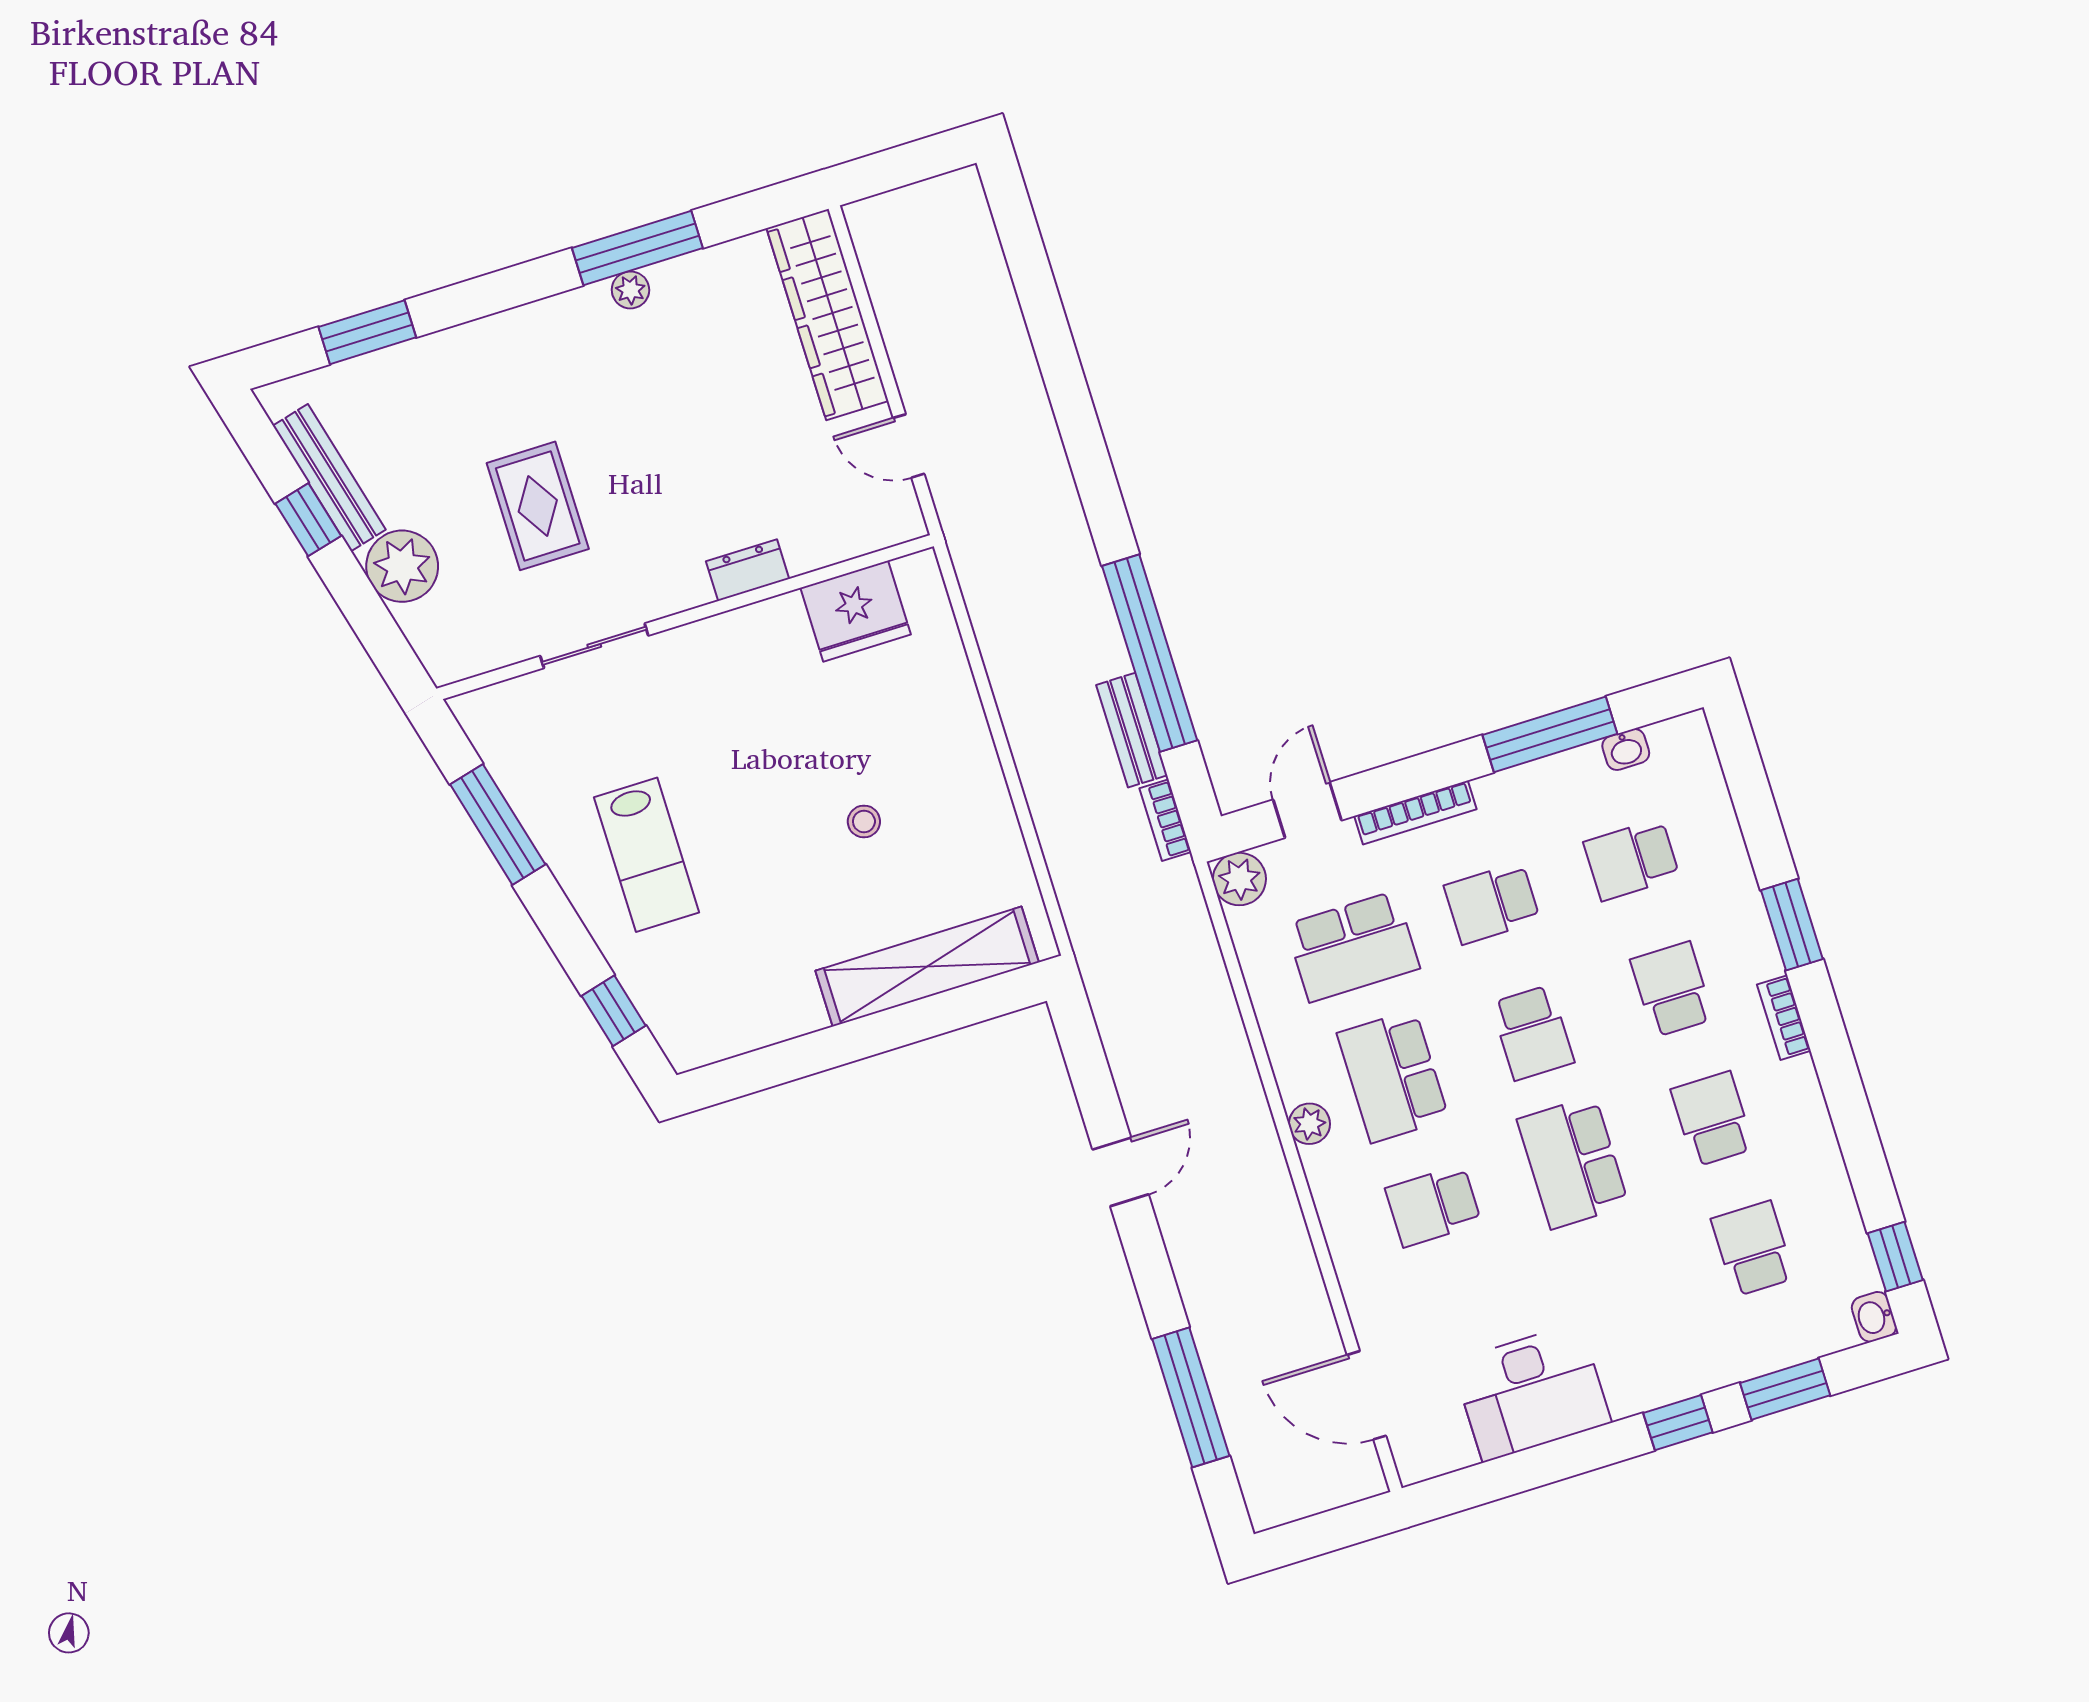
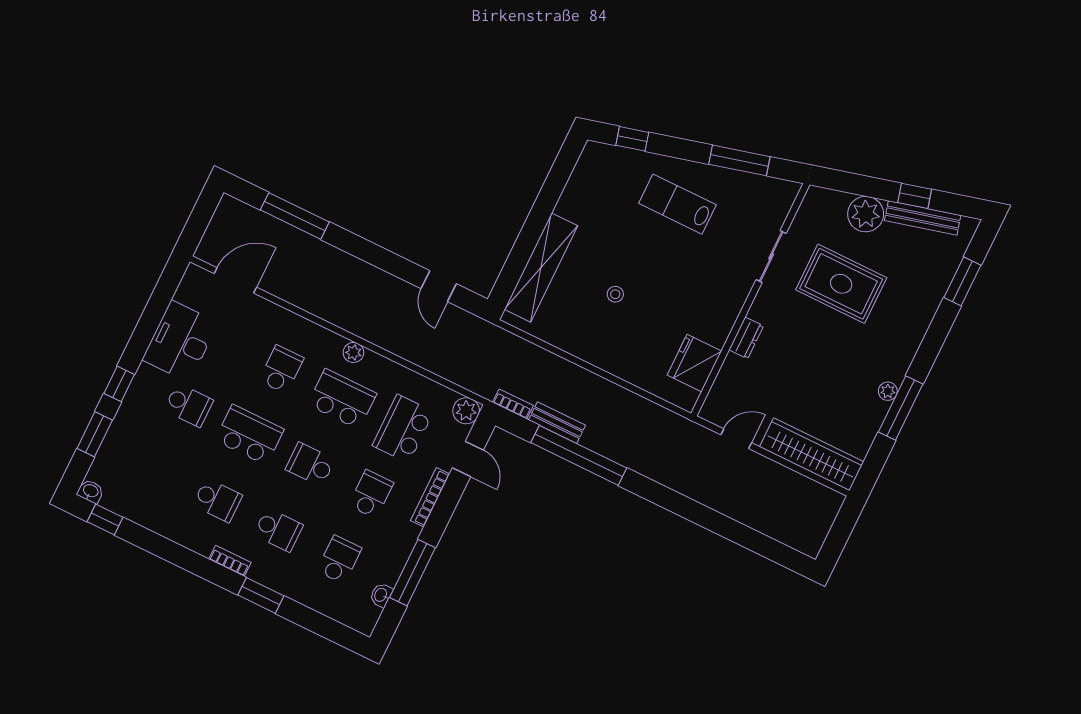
rug: (538, 506) -> (841, 284), width x1.36, depth x1.43
door: (1121, 1172) -> (439, 286), moved
school desk: (1753, 1249) -> (189, 405), moved

